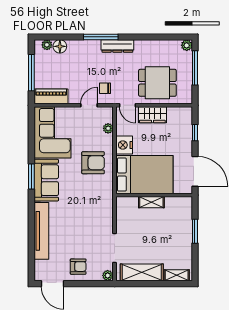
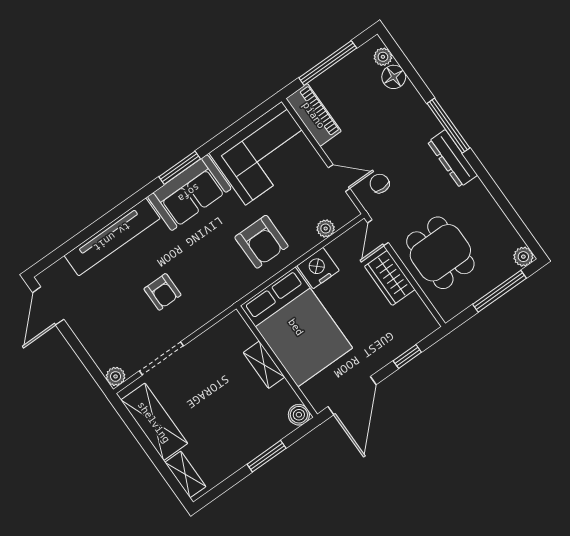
boiler: (186, 202) -> (299, 415), added
armchair: (78, 267) -> (162, 292), moved

